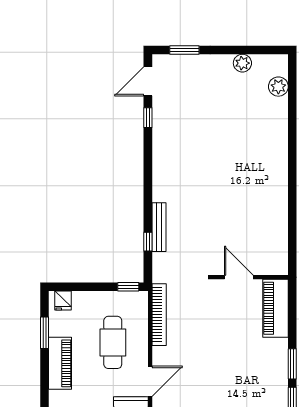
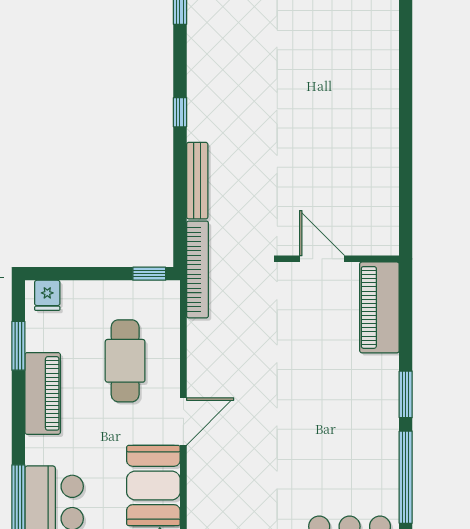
window: (148, 242) -> (180, 112), moved
bookcase: (159, 315) -> (197, 269), moved

